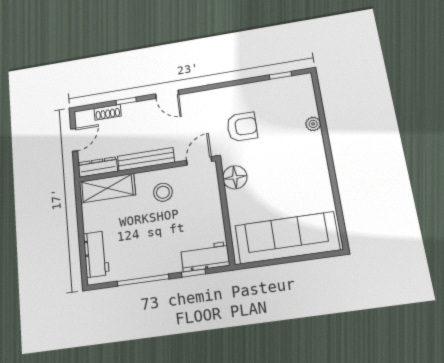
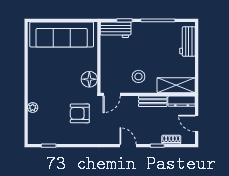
door: (74, 140) -> (197, 123), hinge flipped
bench: (146, 159) -> (153, 101), width x0.73

